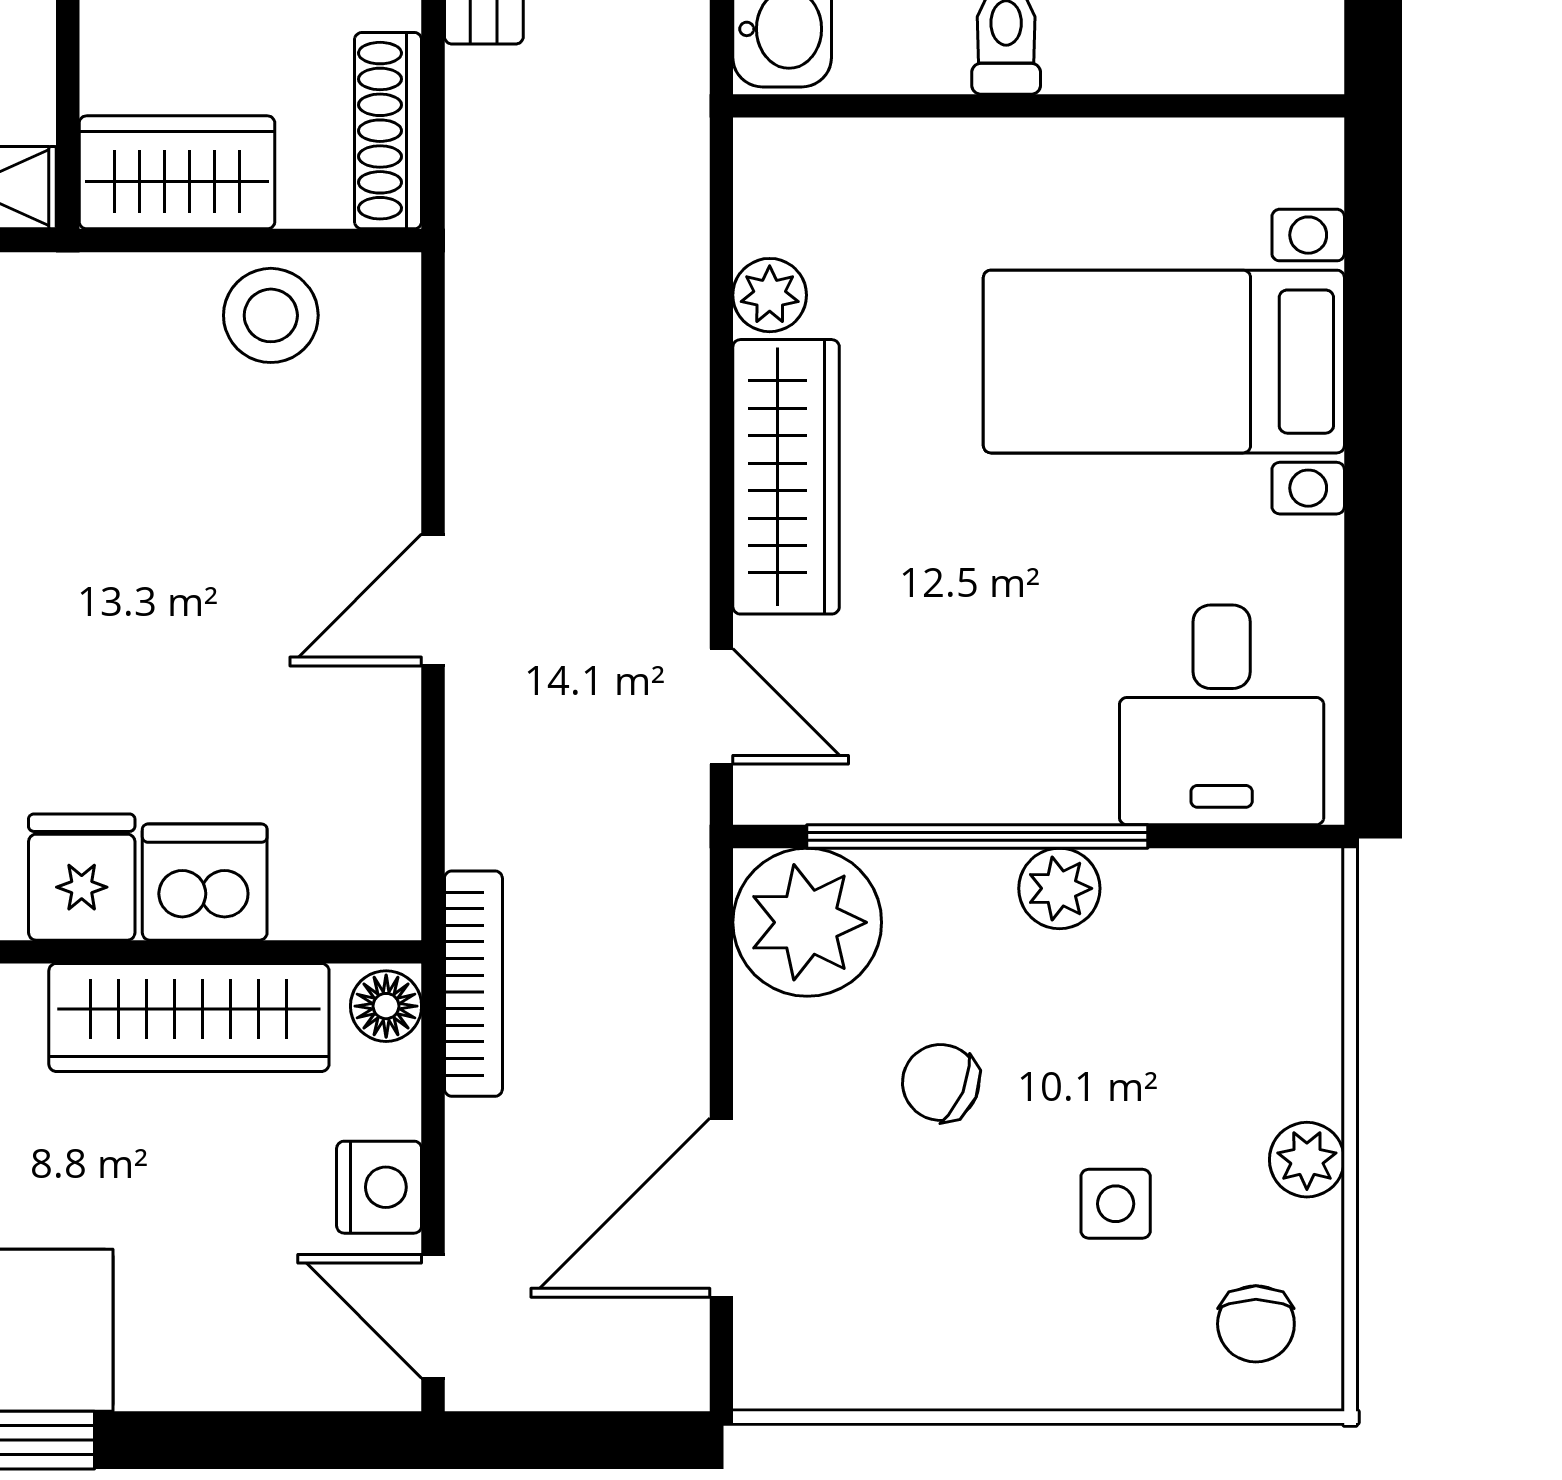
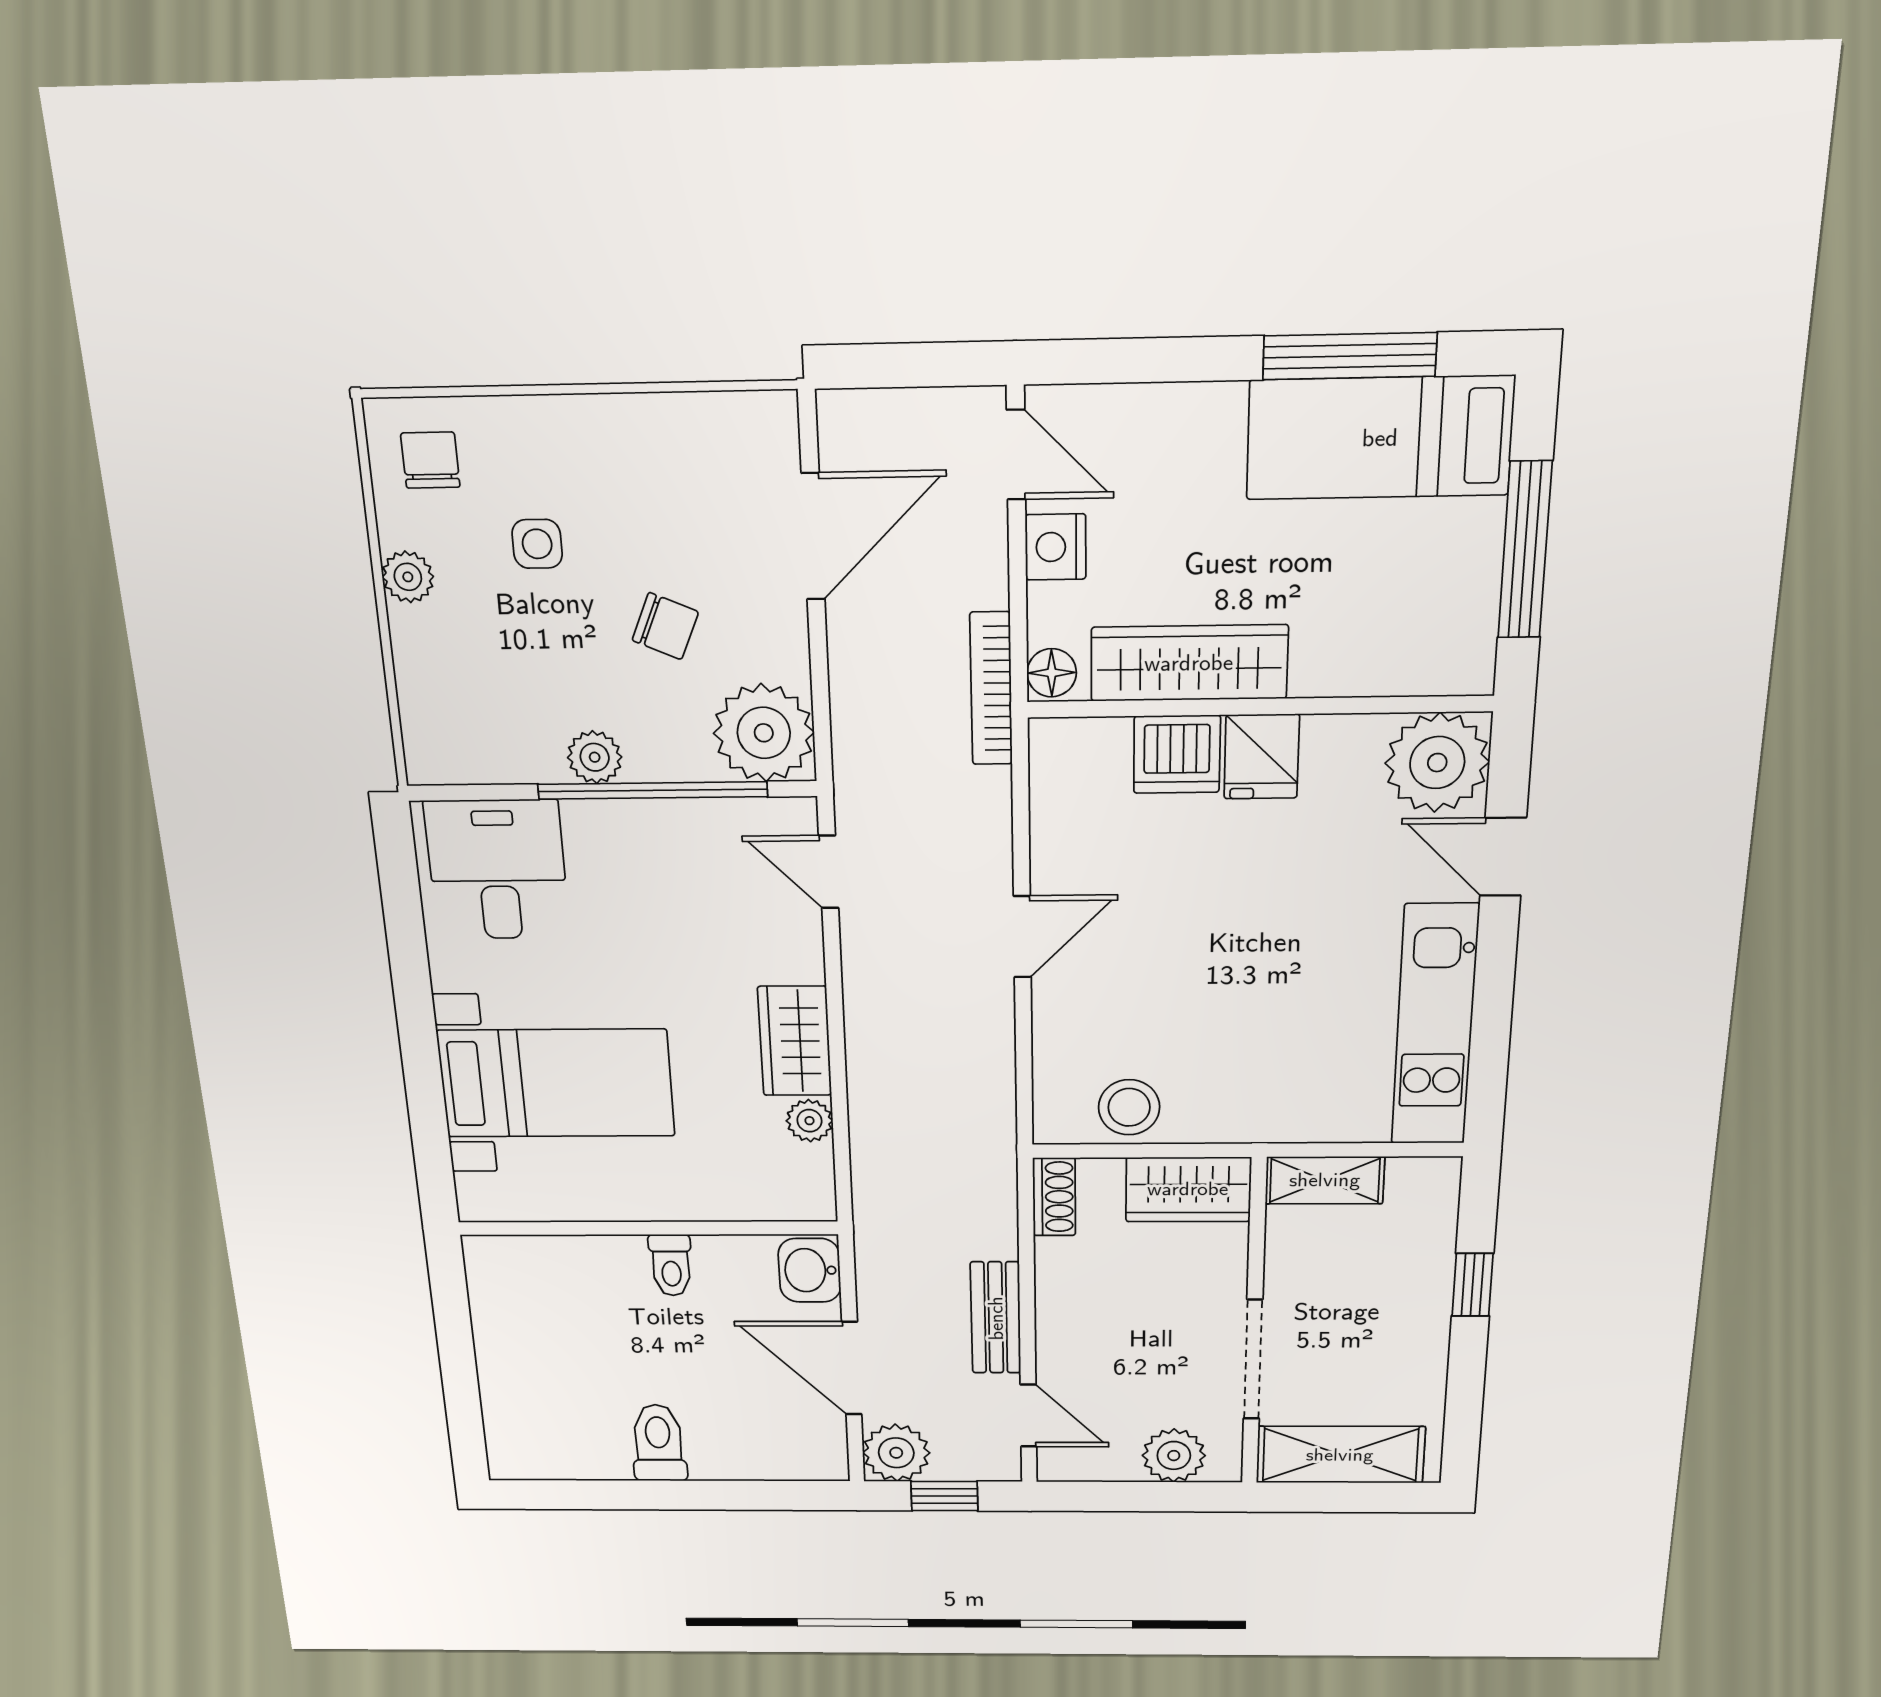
shoe rack: (388, 131) -> (1054, 1197), width x0.70
wardrobe: (786, 477) -> (795, 1041), width x0.67

